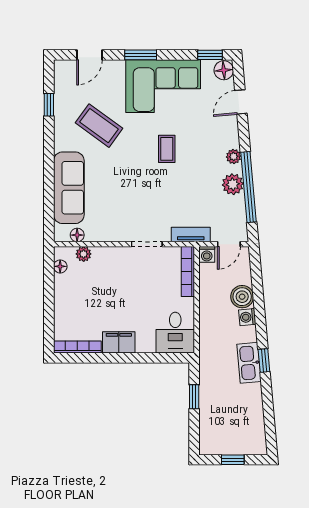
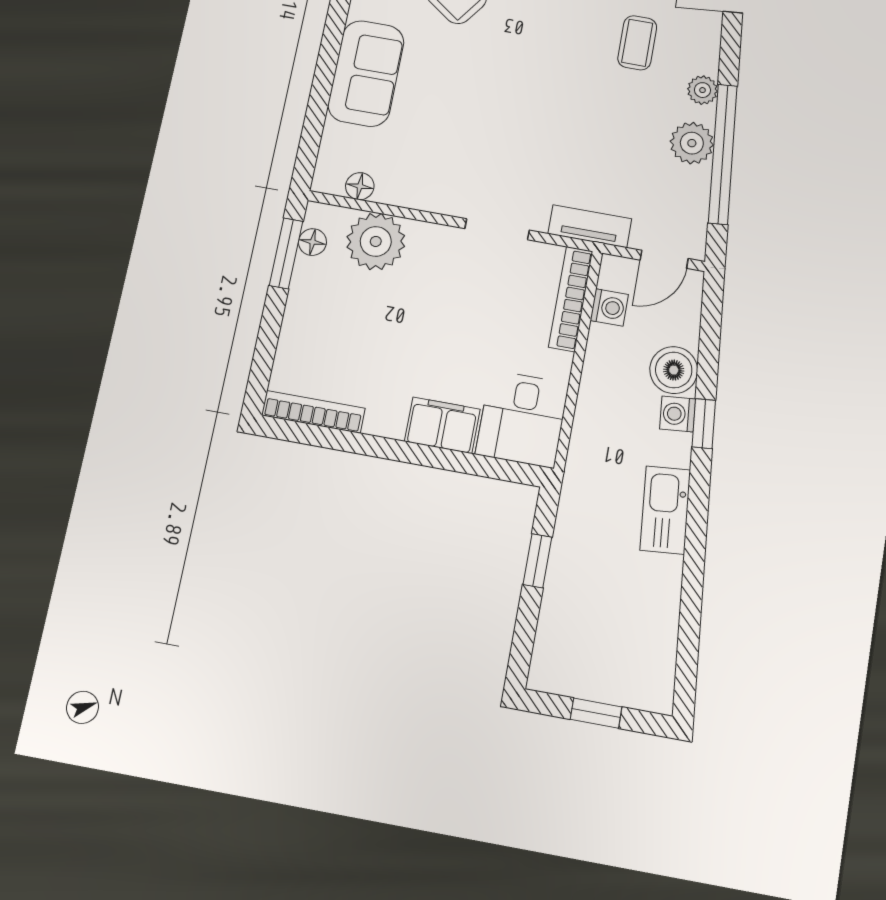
coffee table: (167, 149) -> (637, 43), moved
sofa: (69, 188) -> (366, 73), width x0.73
plant: (84, 254) -> (376, 241), width x1.88, depth x1.88
washing machine: (207, 254) -> (609, 307), moved, turned -90
window: (49, 274) -> (286, 253), added
filing cabinet: (119, 342) -> (442, 425), moved
window: (264, 360) -> (704, 424), moved

